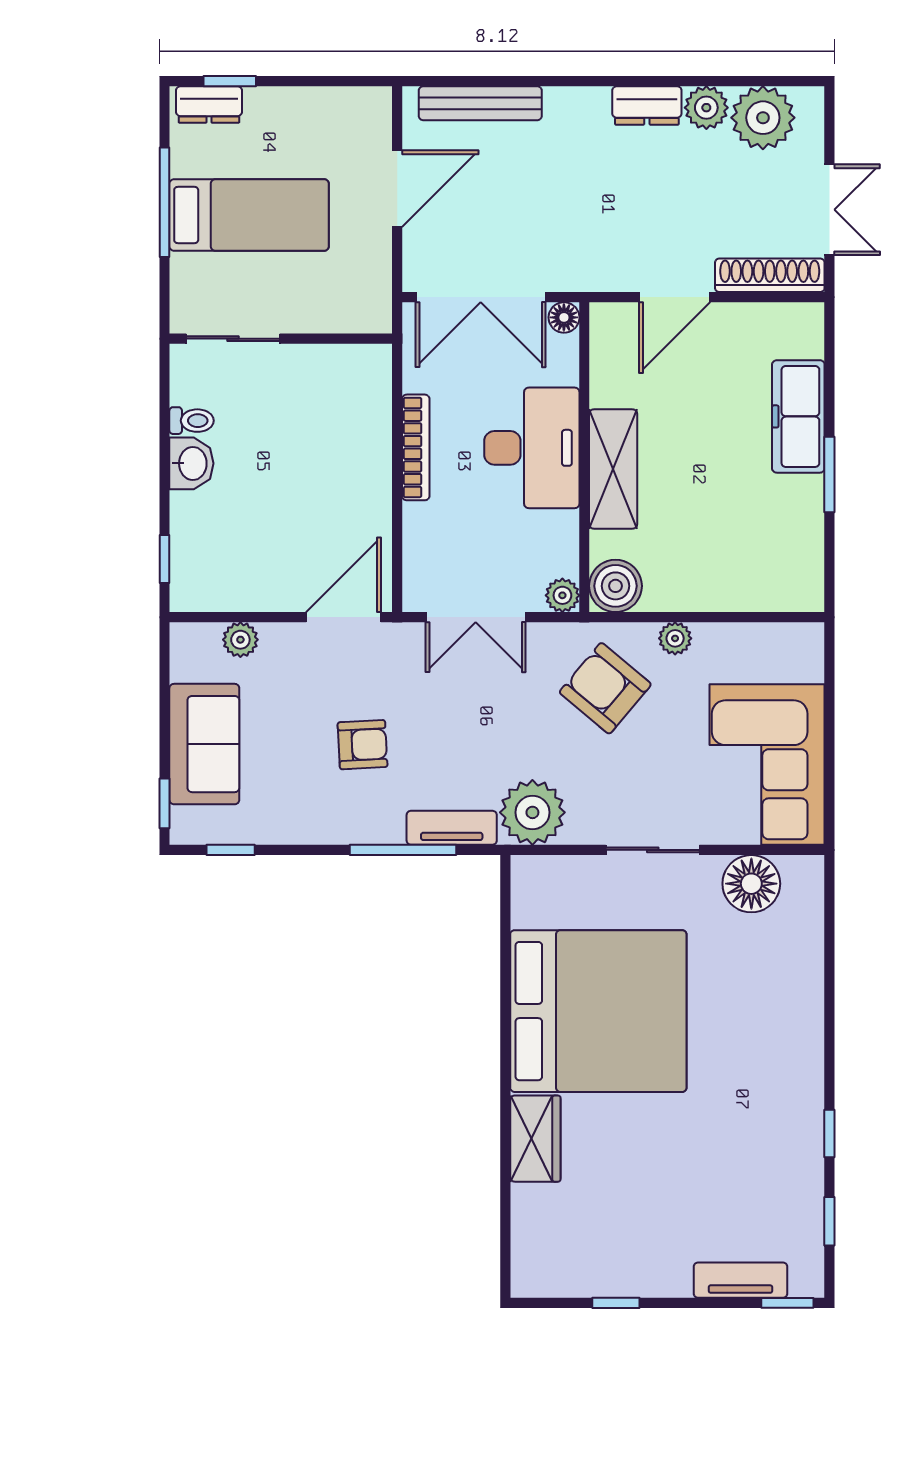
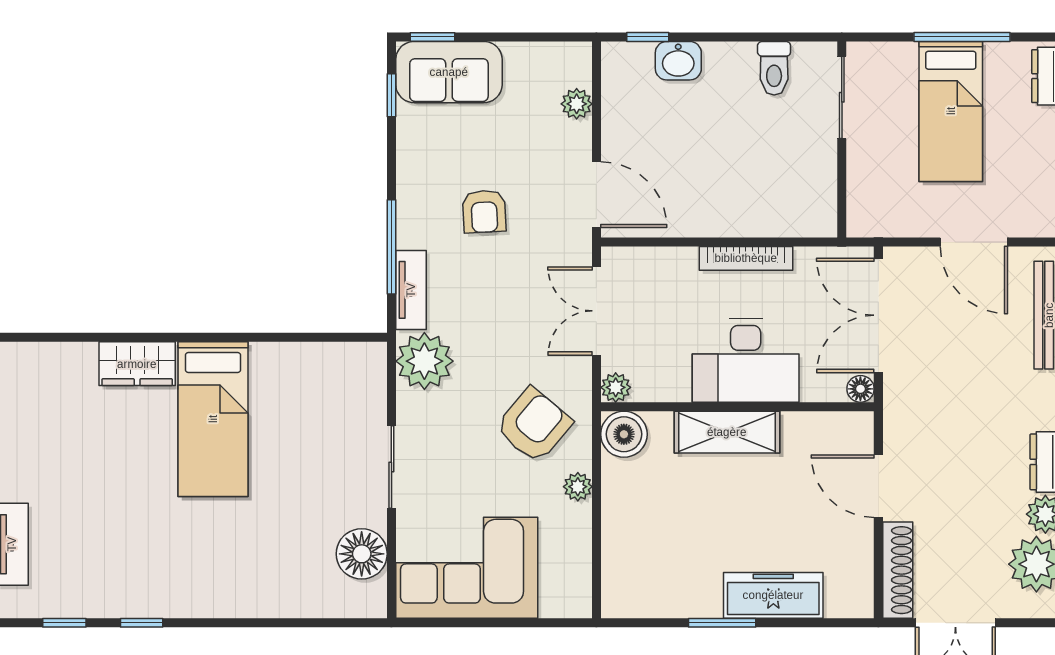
toilet: (192, 421) -> (774, 68), width x1.37, depth x1.39
washbasin: (191, 463) -> (678, 61), moved
sofa: (204, 744) -> (449, 72), moved
bed: (598, 1011) -> (213, 419), width x0.49

